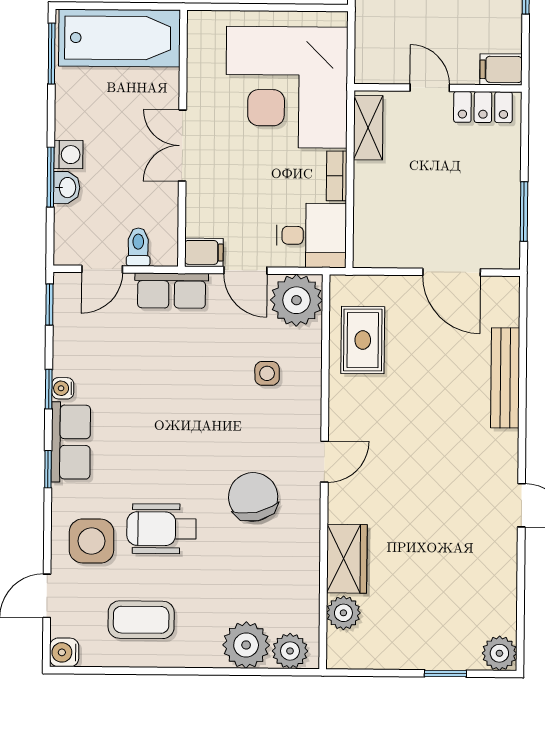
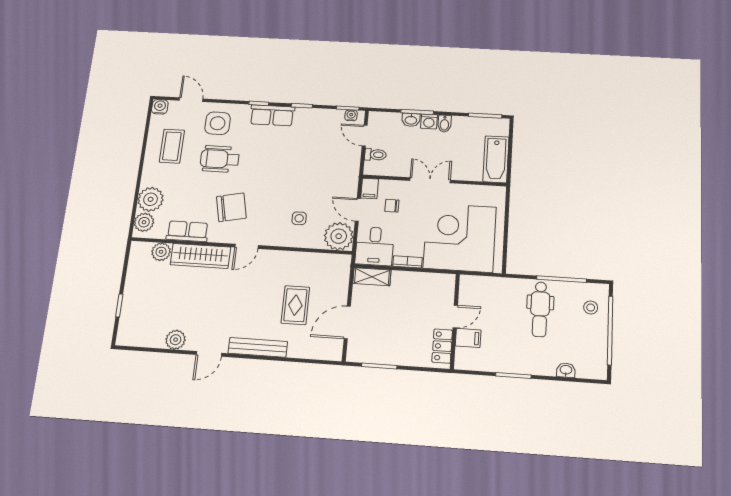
bathtub: (119, 38) -> (496, 159), width x0.73, depth x0.73
filing cabinet: (501, 69) -> (468, 338), moved, turned 90
bidet: (71, 126) -> (444, 124), added
shelving: (368, 128) -> (372, 277), moved
chair: (234, 210) -> (392, 206), added
door: (245, 270) -> (358, 210), hinge flipped
row of seats: (172, 291) -> (187, 231), moved, turned 90
rug: (363, 340) -> (295, 305), moved, turned 90
bench: (505, 378) -> (258, 347), moved
water cooler: (63, 388) -> (351, 115), moved
door: (324, 462) -> (247, 246), hinge flipped
wheelchair: (162, 529) -> (220, 159), turned -90
wardrobe: (347, 559) -> (200, 256), width x1.50
plant: (499, 653) -> (176, 340), moved

